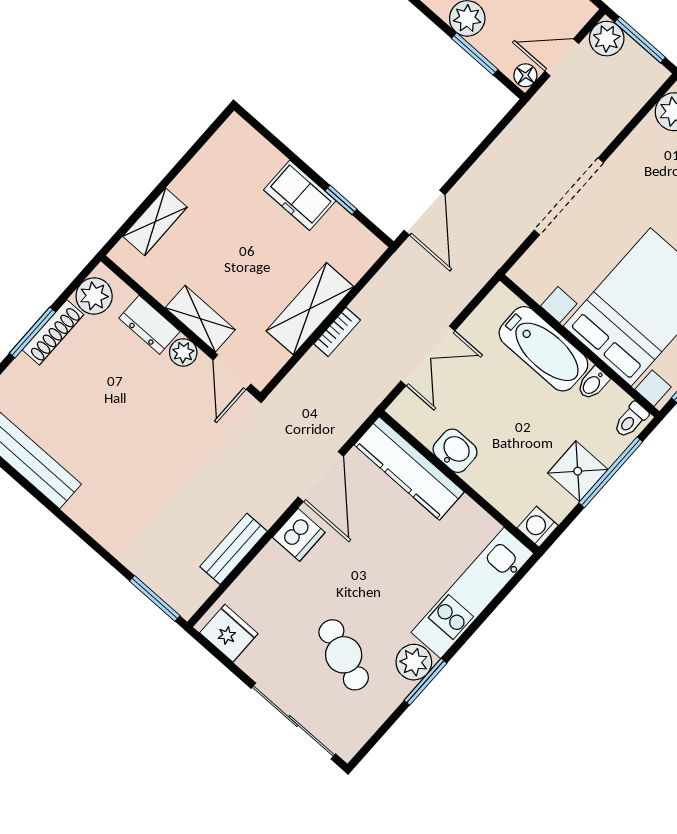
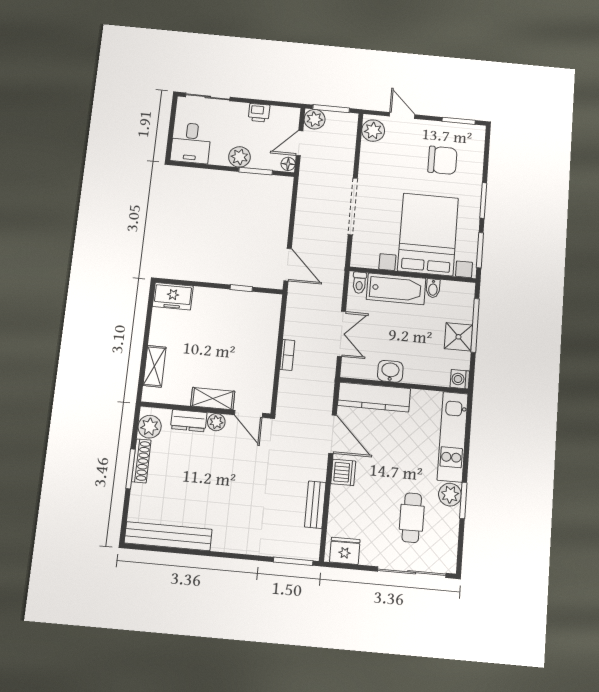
freezer: (300, 195) -> (173, 296), moved
shelving: (310, 309) -> (265, 353), removed
toilet: (631, 420) -> (359, 283), moved
cafe table: (344, 655) -> (412, 518), turned 69

